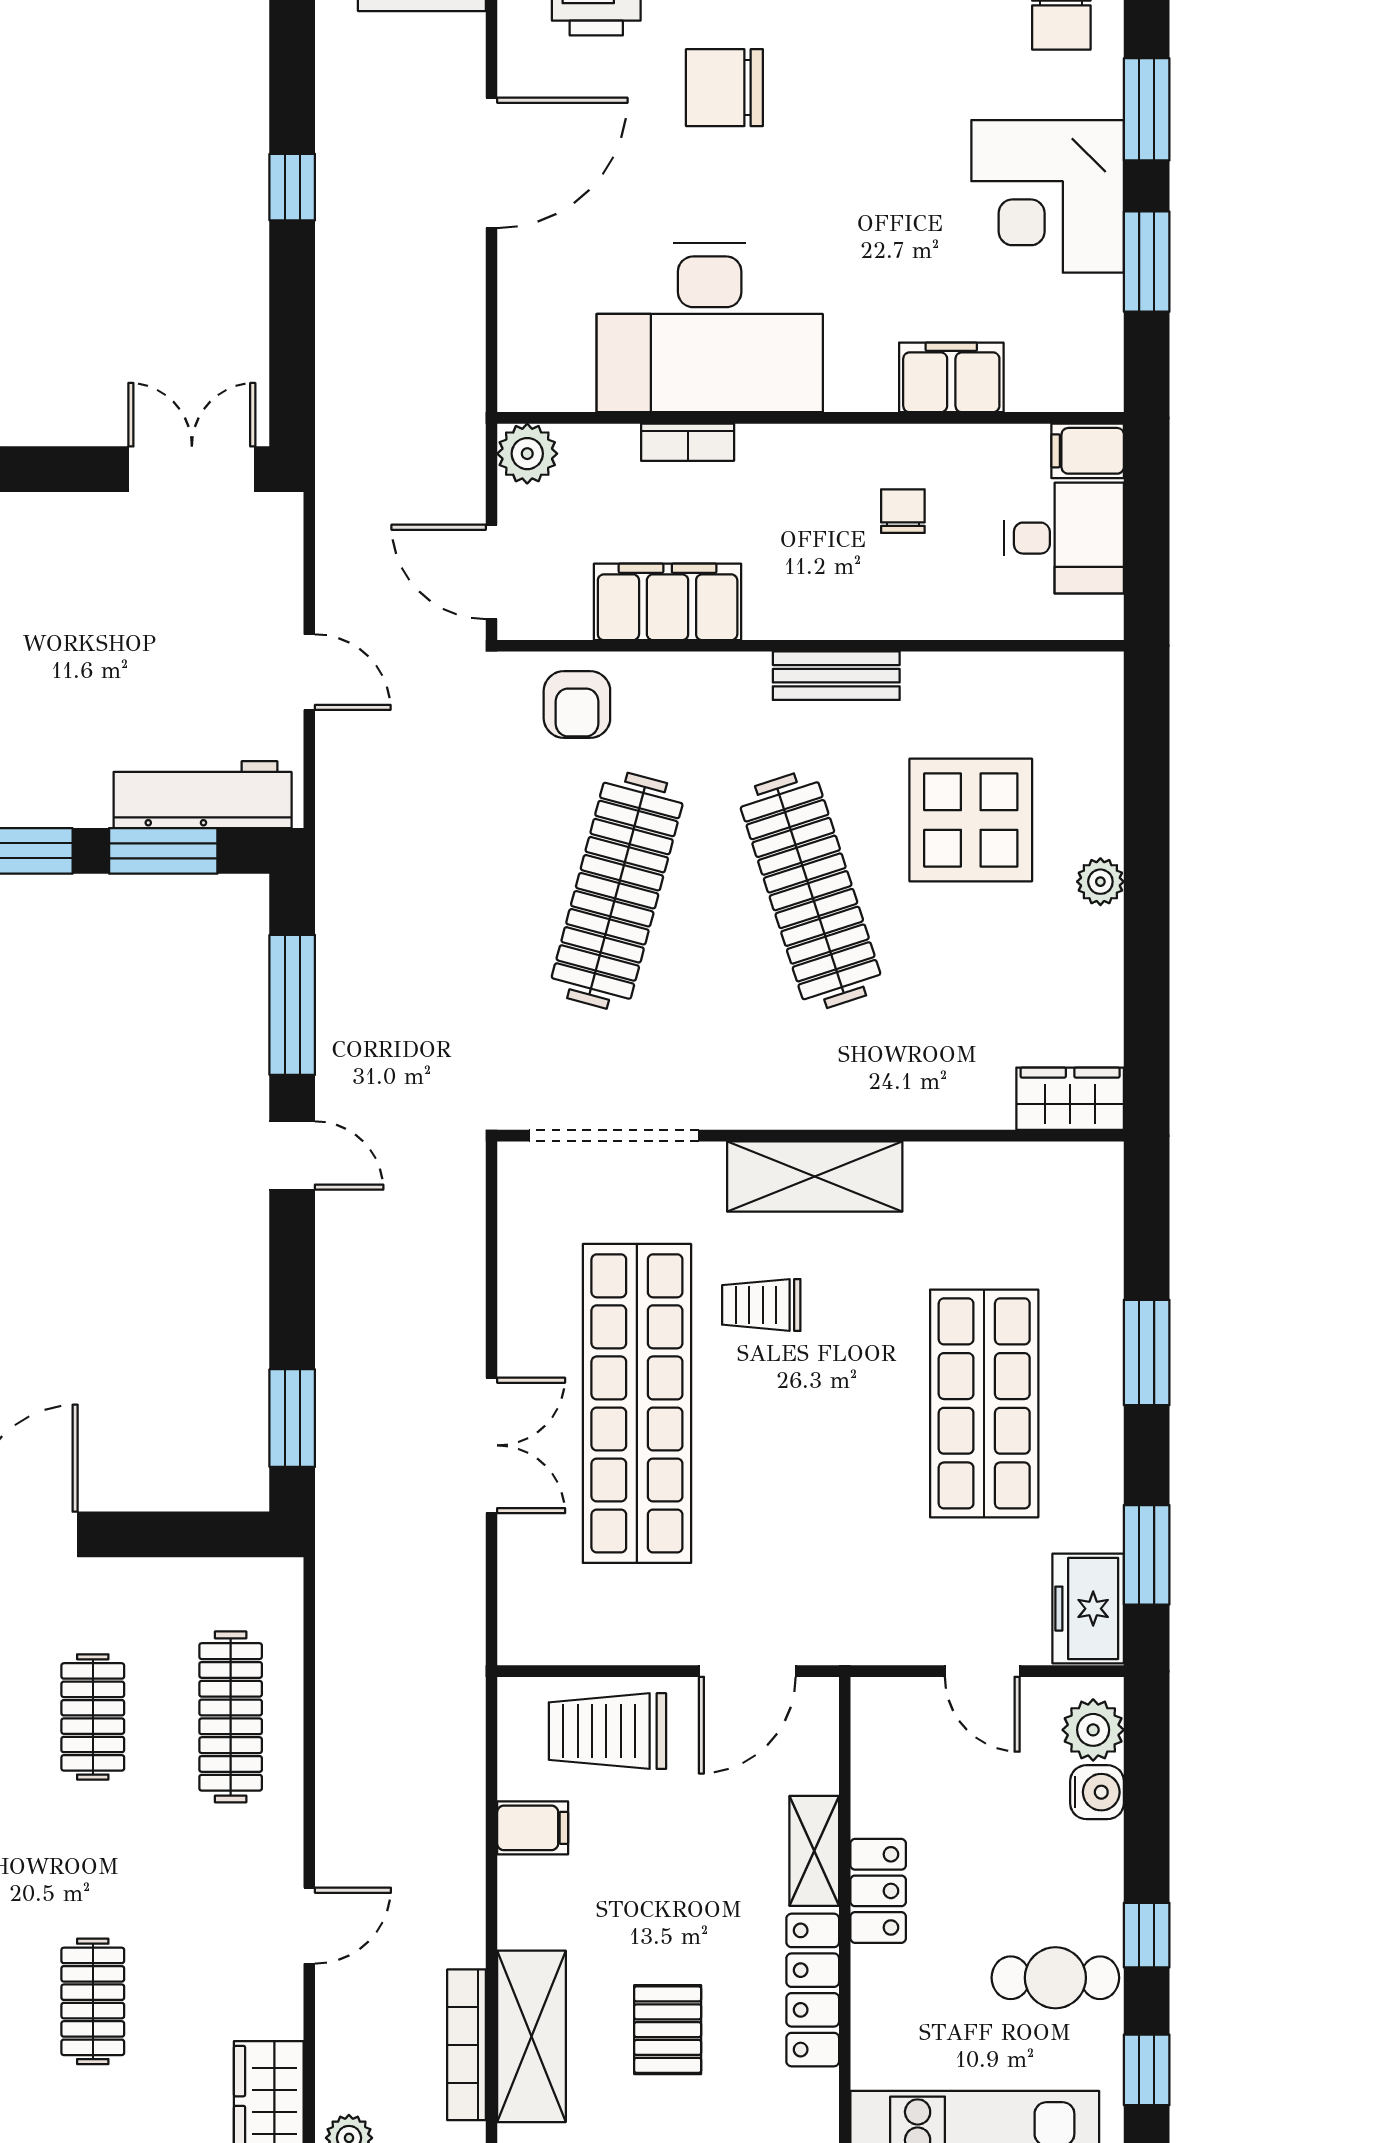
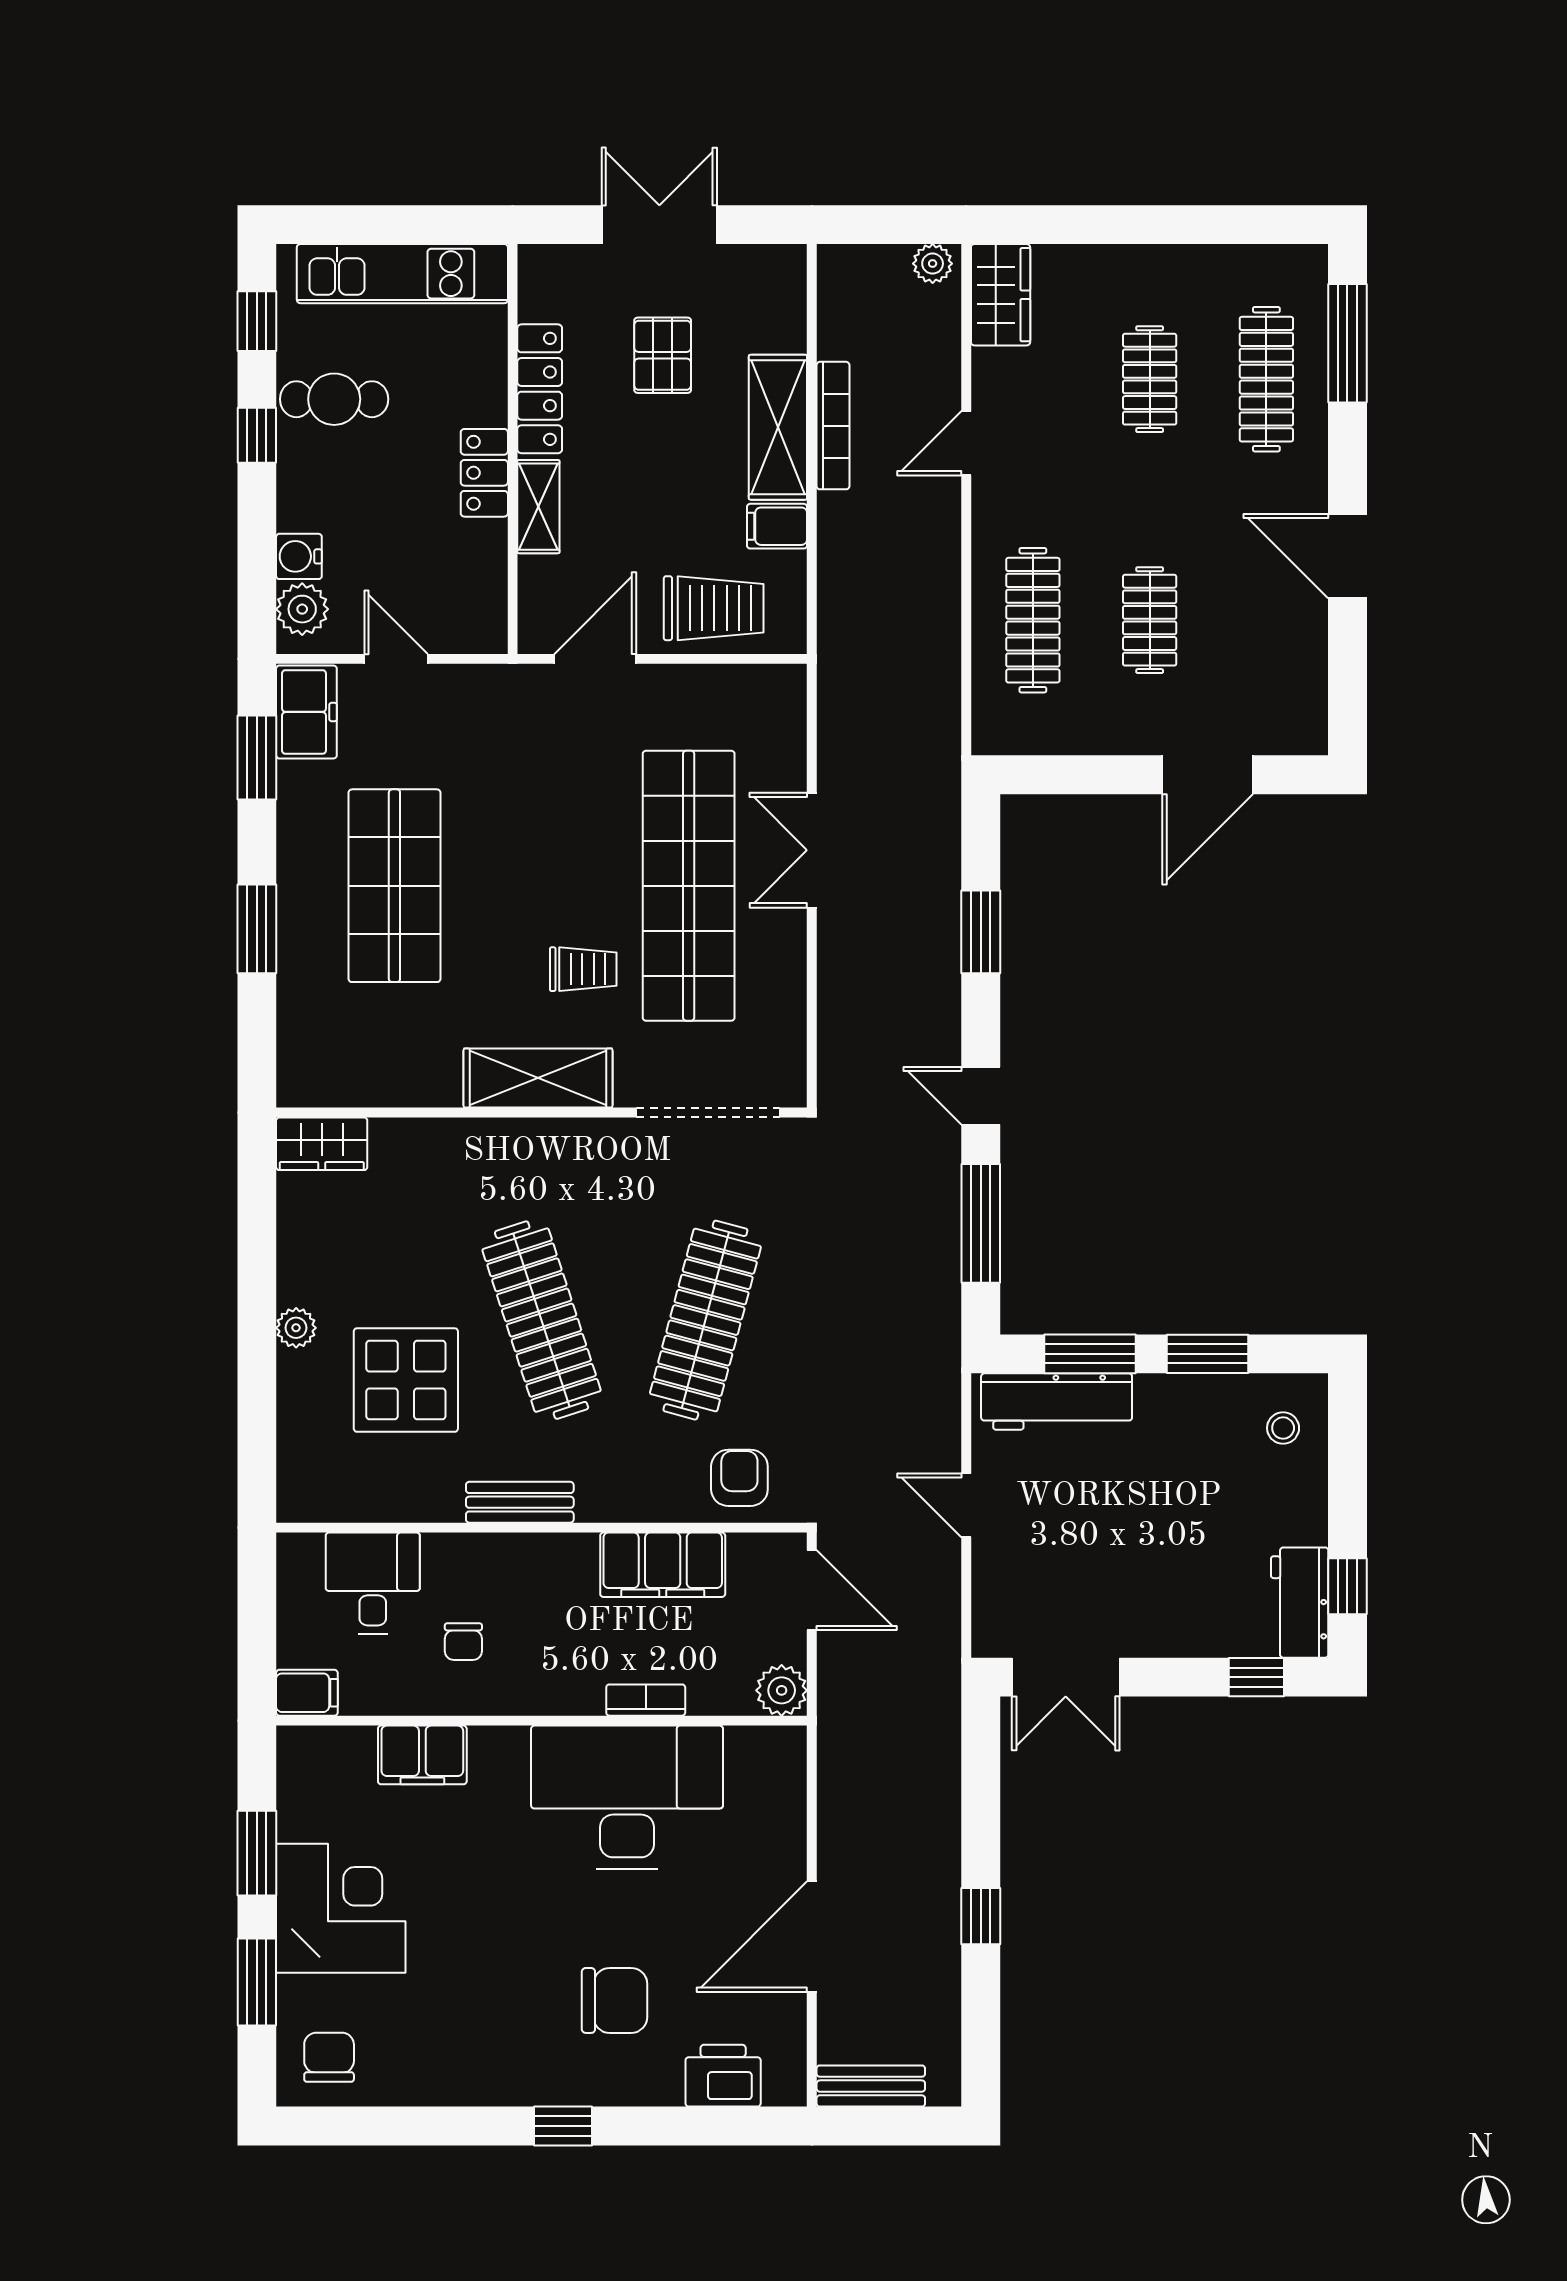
desk: (1064, 538) -> (373, 1583), moved, turned 90
window: (292, 1418) -> (981, 932), moved
shelving: (532, 2036) -> (778, 427), moved
bookcase: (467, 2045) -> (833, 426), moved

